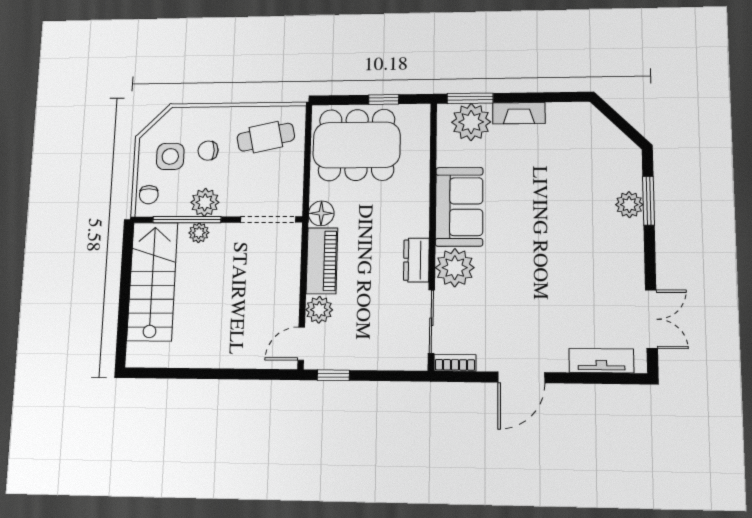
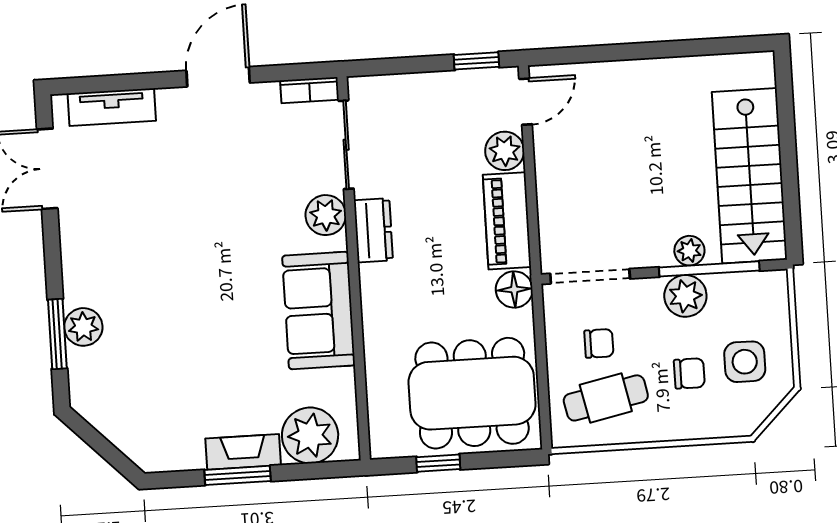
window: (470, 98) -> (238, 475), moved
chair: (149, 195) -> (599, 343), moved, turned 90
plant: (455, 268) -> (326, 215), width x0.73, depth x0.73

